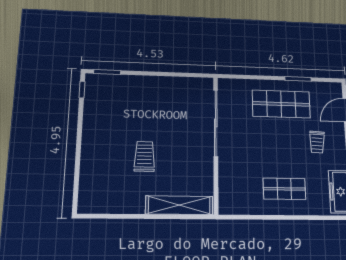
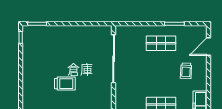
shop shelf: (281, 104) -> (161, 43), width x0.70, depth x0.74
trolley: (144, 156) -> (65, 84), turned 90

